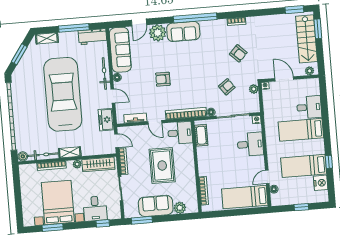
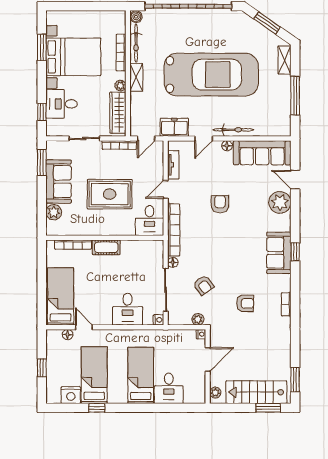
window: (195, 18) -> (295, 252), width x0.32
sofa: (183, 32) -> (279, 253), moved
workbench: (92, 37) -> (282, 119), removed
armchair: (238, 53) -> (245, 303), turned -134
cot: (201, 135) -> (106, 247), moved

